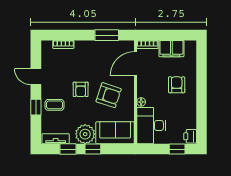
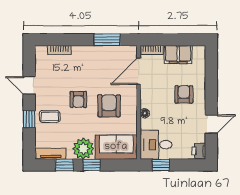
armchair: (109, 95) -> (109, 106), turned -108
door: (202, 112) -> (211, 124), added
desk: (151, 126) -> (156, 145), width x0.73
window: (177, 149) -> (161, 165), moved

